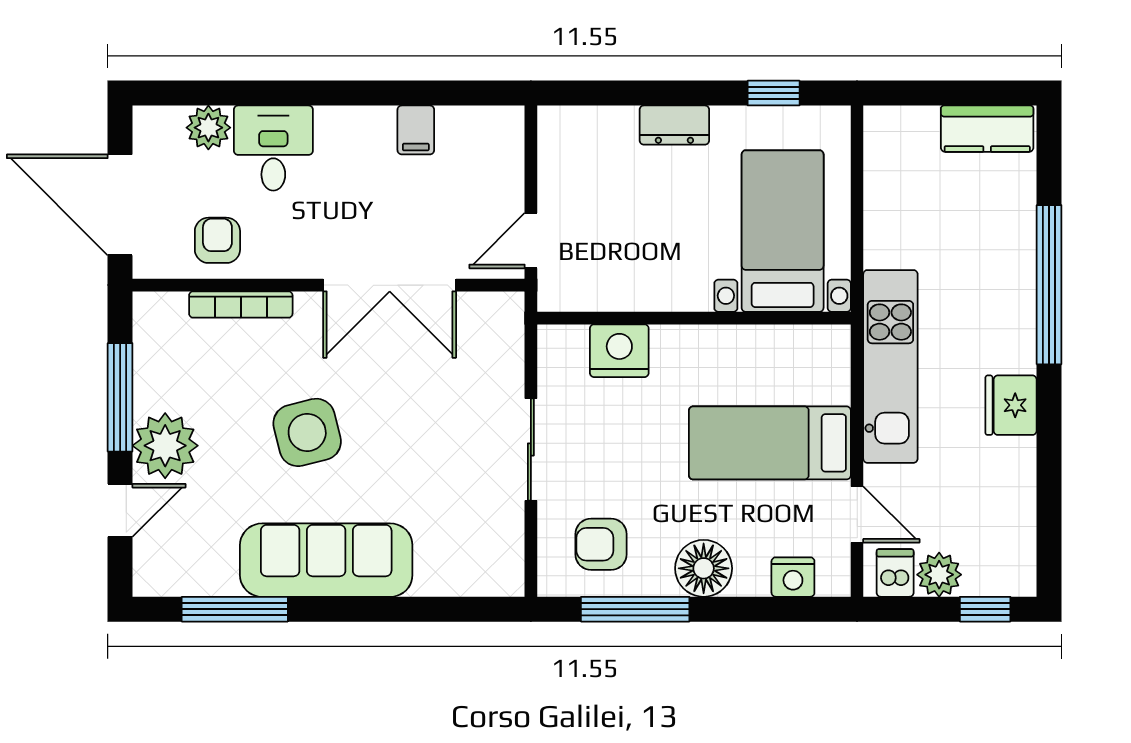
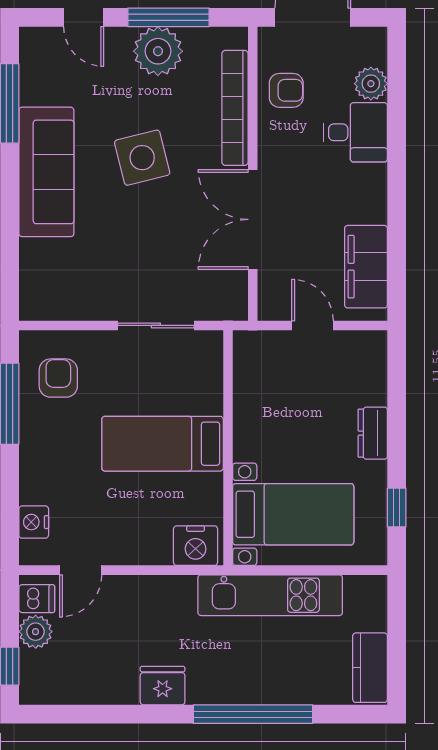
filing cabinet: (416, 130) -> (366, 267), width x3.00, depth x1.17
door: (531, 241) -> (312, 325), moved
bookcase: (241, 305) -> (235, 108), width x1.48, depth x1.31
nightstand: (619, 351) -> (196, 546), moved, turned 90
kitchen unit: (890, 366) -> (270, 595), moved
bed: (770, 443) -> (163, 444), moved, turned -90
plant: (165, 446) -> (158, 51), moved
sliding door: (531, 449) -> (156, 325), moved
floor lamp: (704, 568) -> (40, 455), removed

